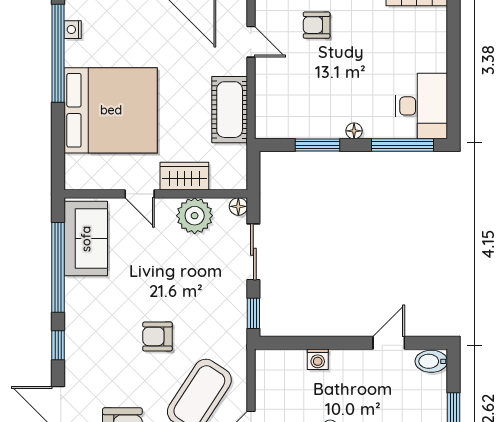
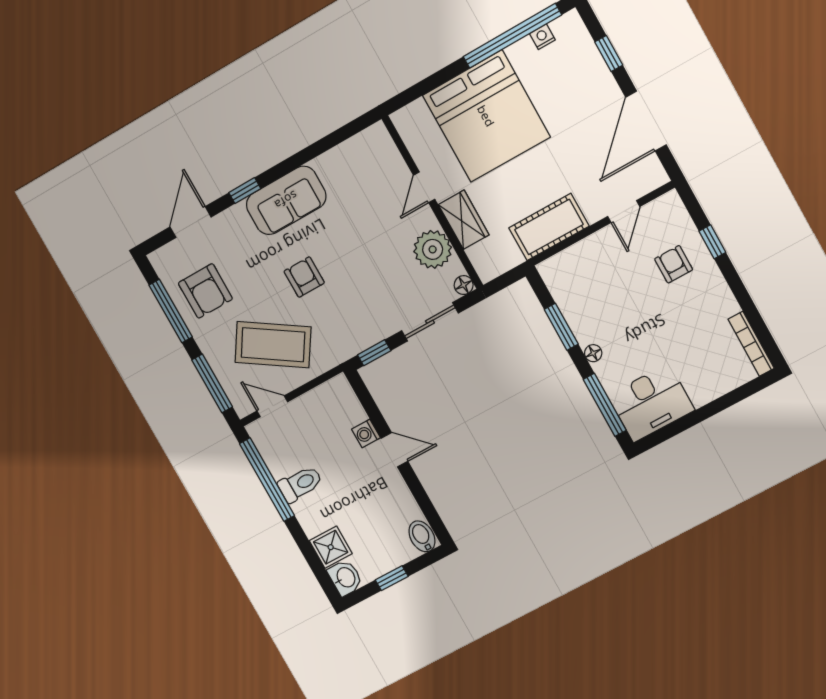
sofa: (86, 239) -> (286, 200), moved
window: (58, 267) -> (315, 150), removed
door: (389, 343) -> (395, 450), moved

